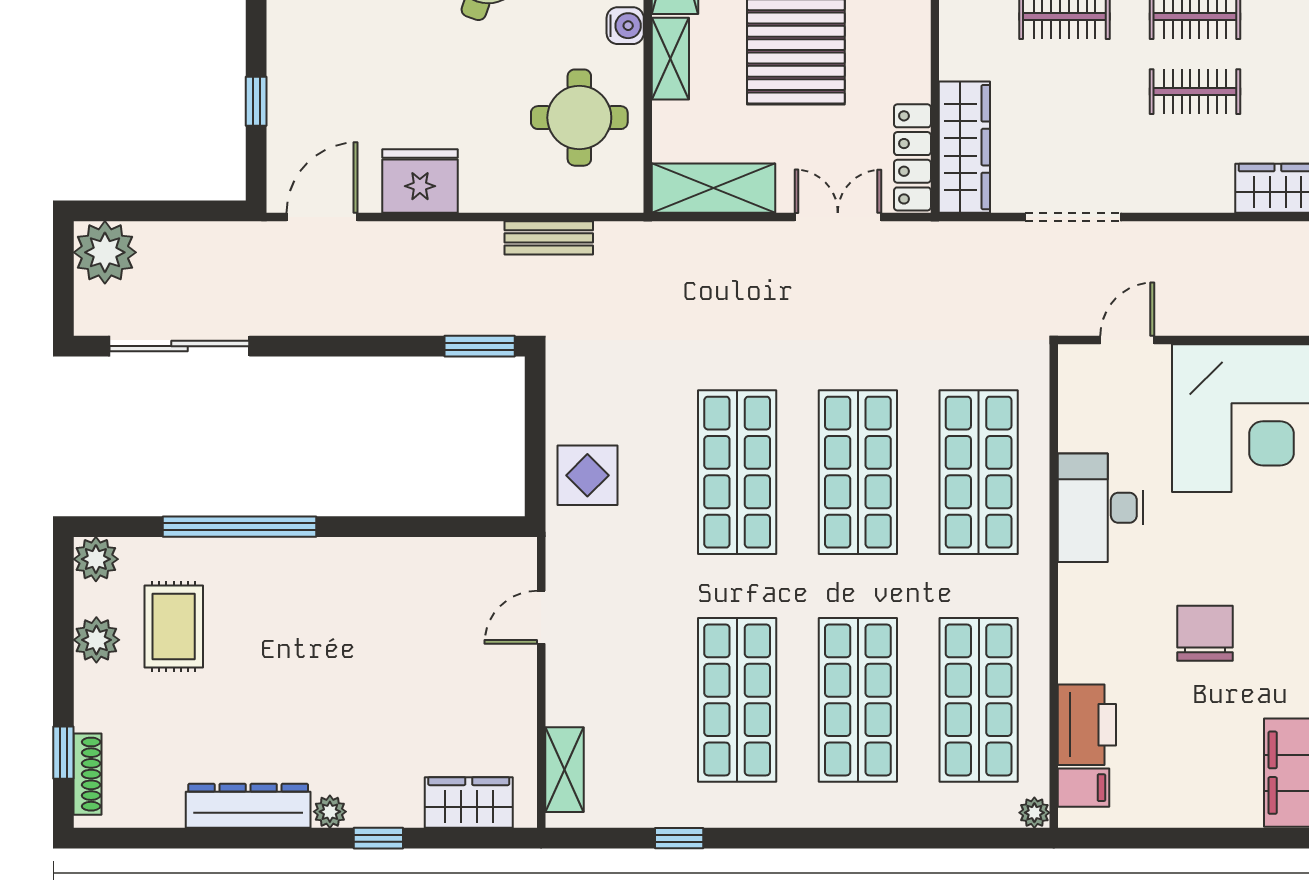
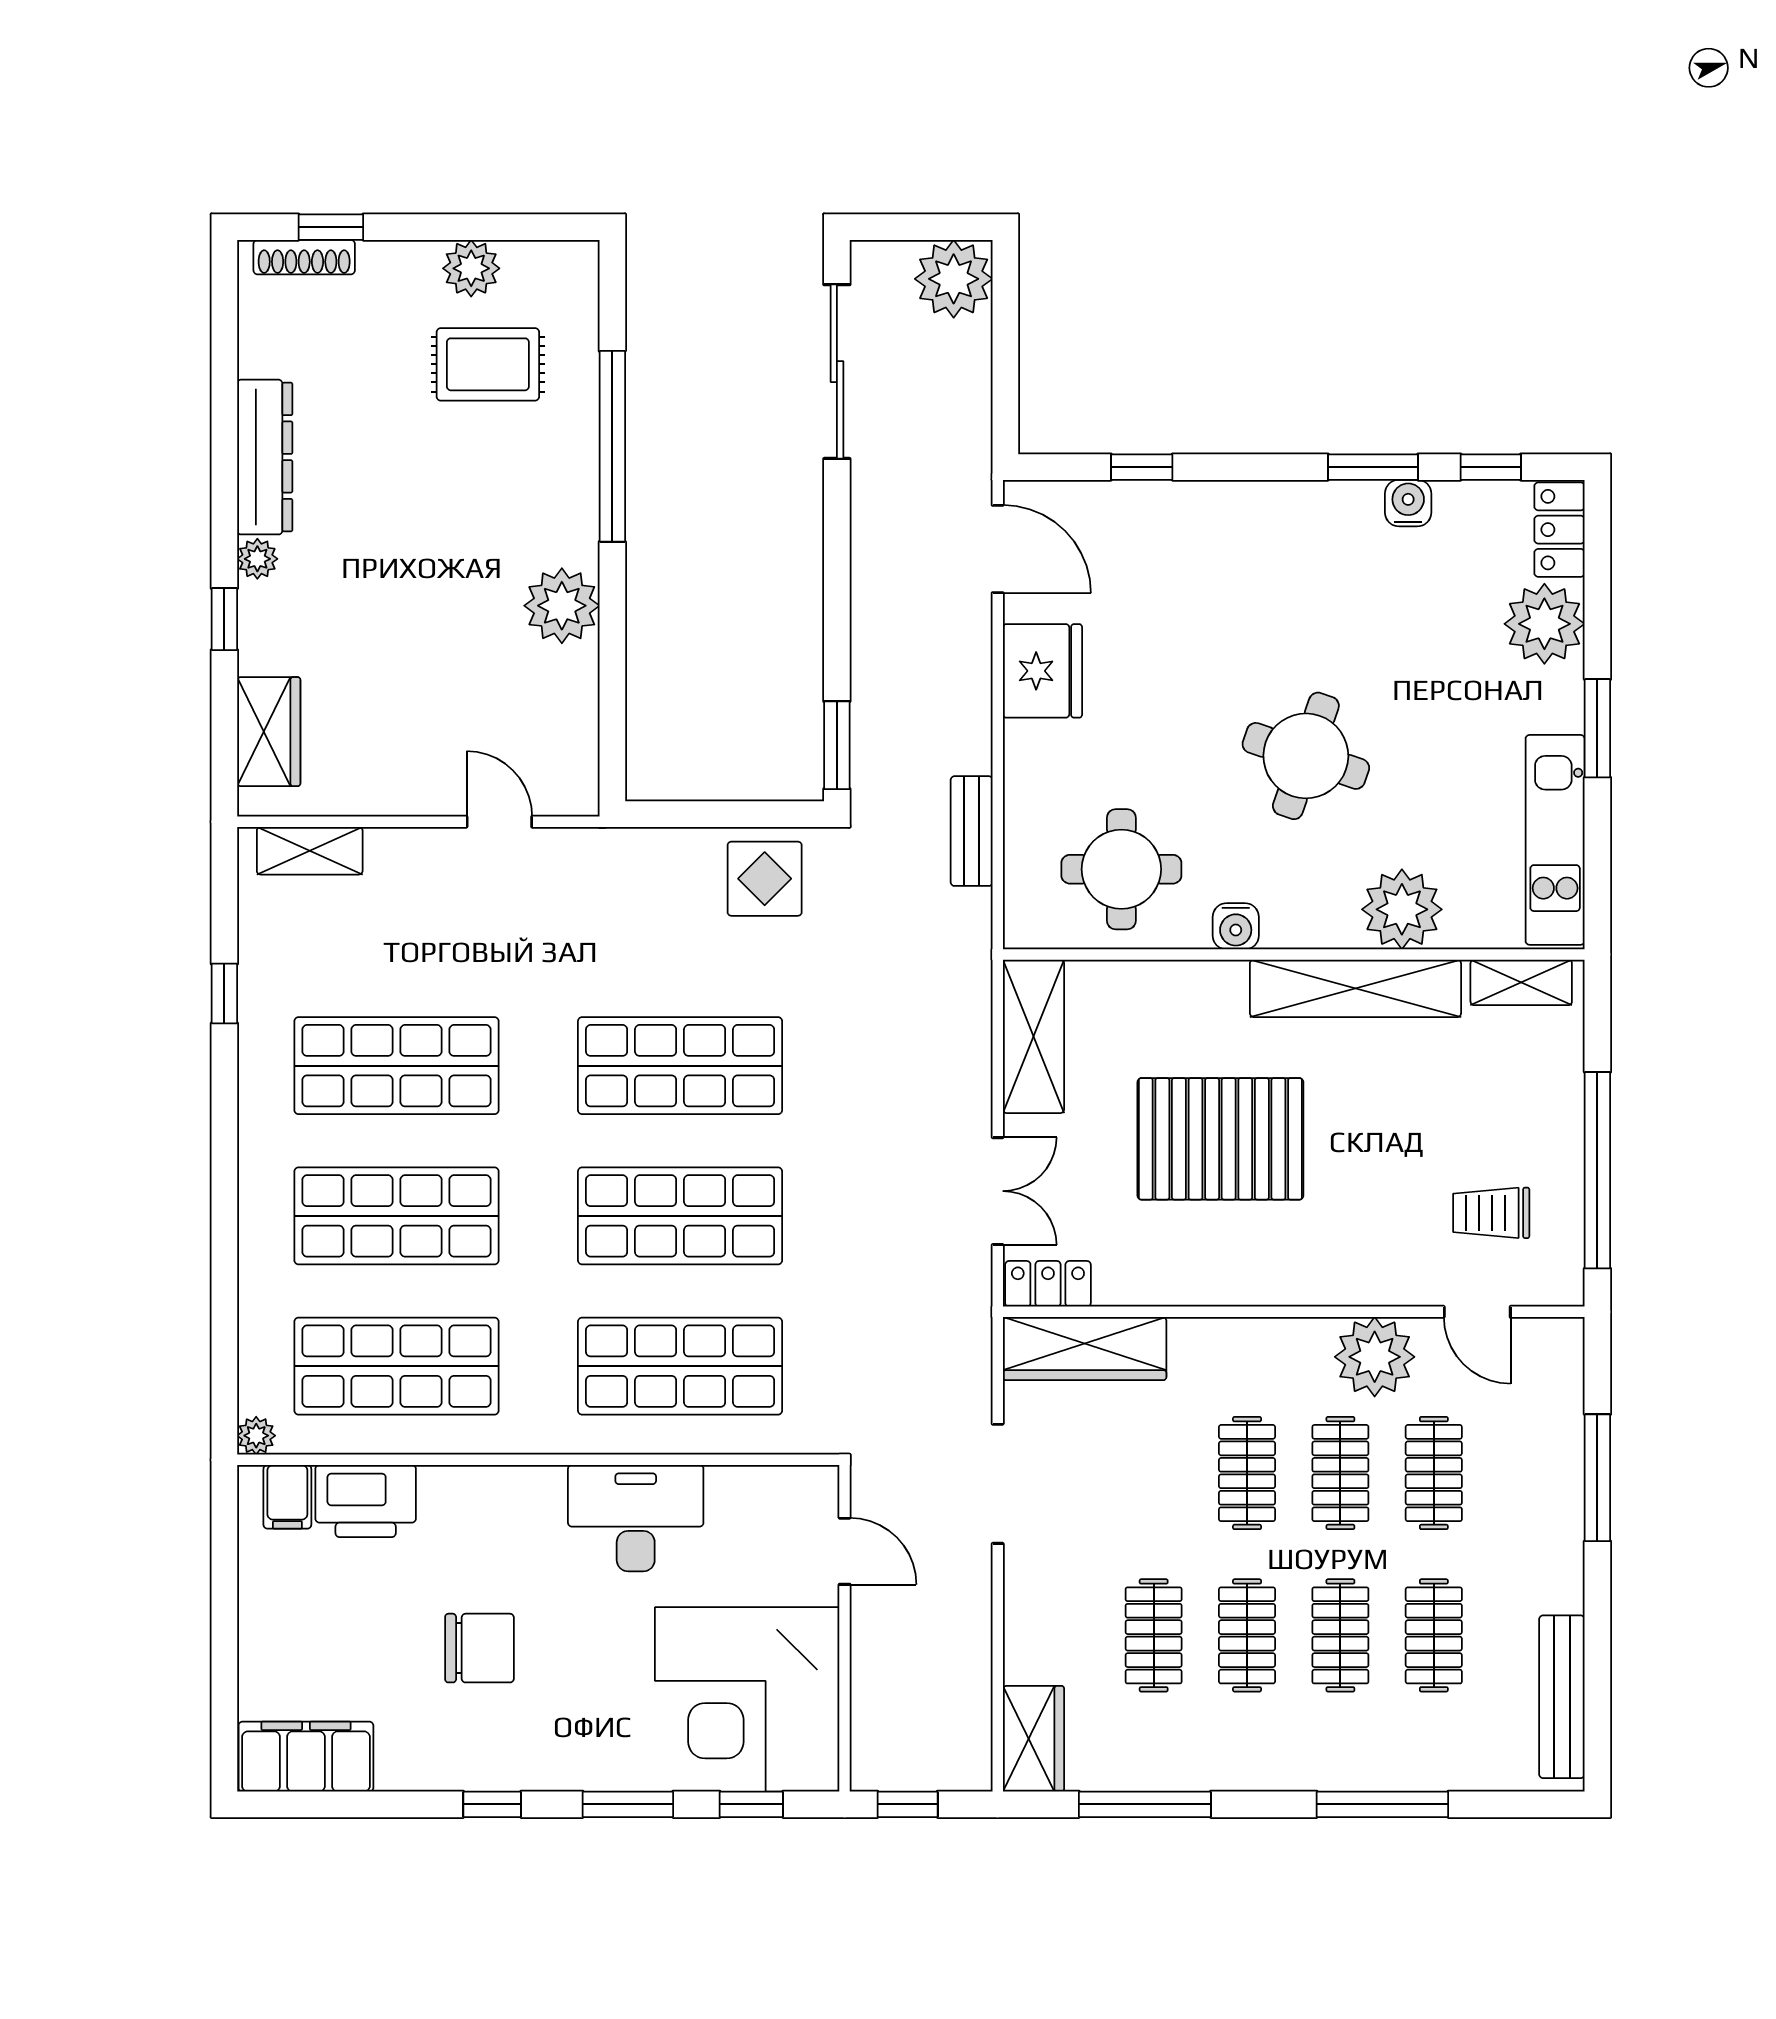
shelving: (670, 59) -> (1195, 983), removed
locker: (912, 157) -> (1048, 1284), width x0.66
display table: (587, 475) -> (765, 879), moved
plant: (96, 559) -> (562, 606), moved, width x1.36, depth x1.36

